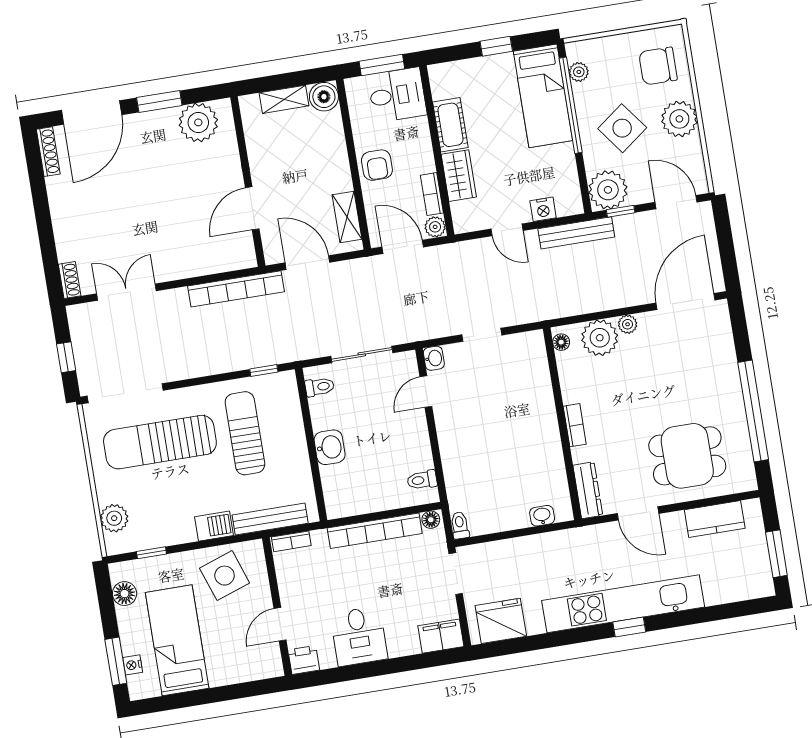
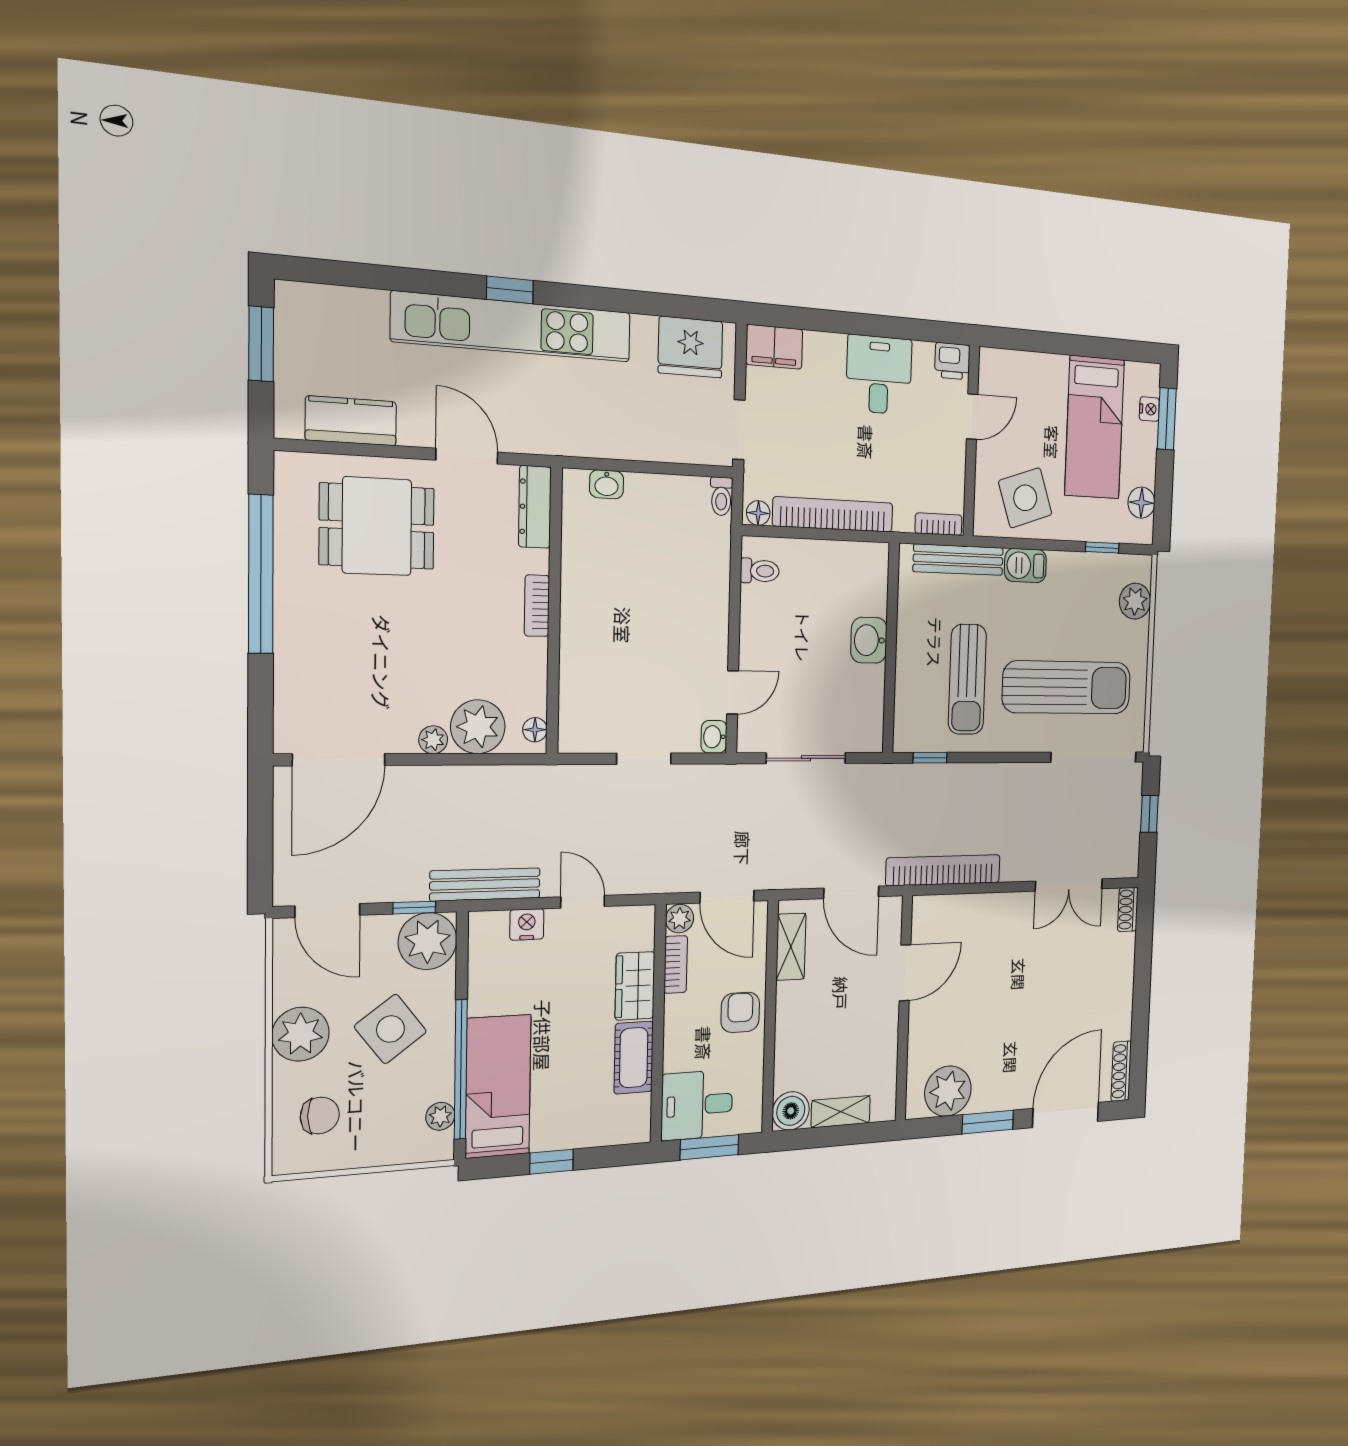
chair: (658, 66) -> (320, 1116), width x0.73, depth x0.73
toilet: (320, 387) -> (866, 724), removed

